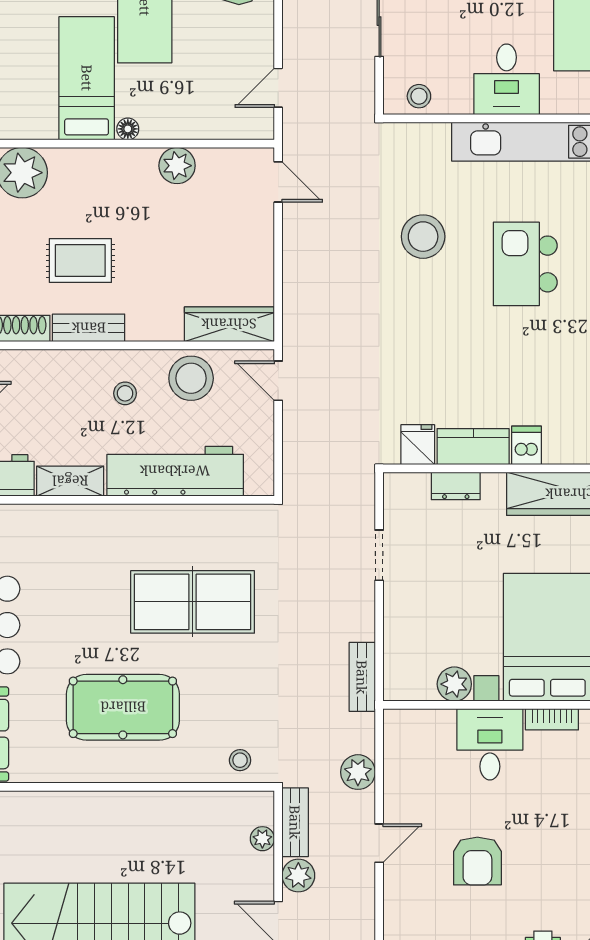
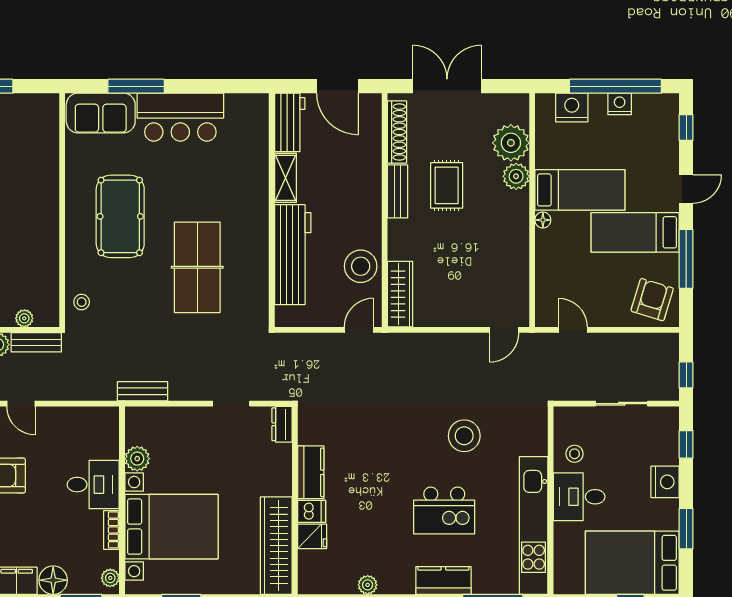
stool: (419, 96) -> (574, 454), moved
plant: (177, 166) -> (516, 176), moved
kitchen island: (525, 264) -> (444, 510), turned 180
stool: (125, 393) -> (350, 218), removed
fridge: (418, 445) -> (312, 536), moved
dresser: (456, 486) -> (282, 424), moved
plant: (358, 772) -> (73, 388), removed

